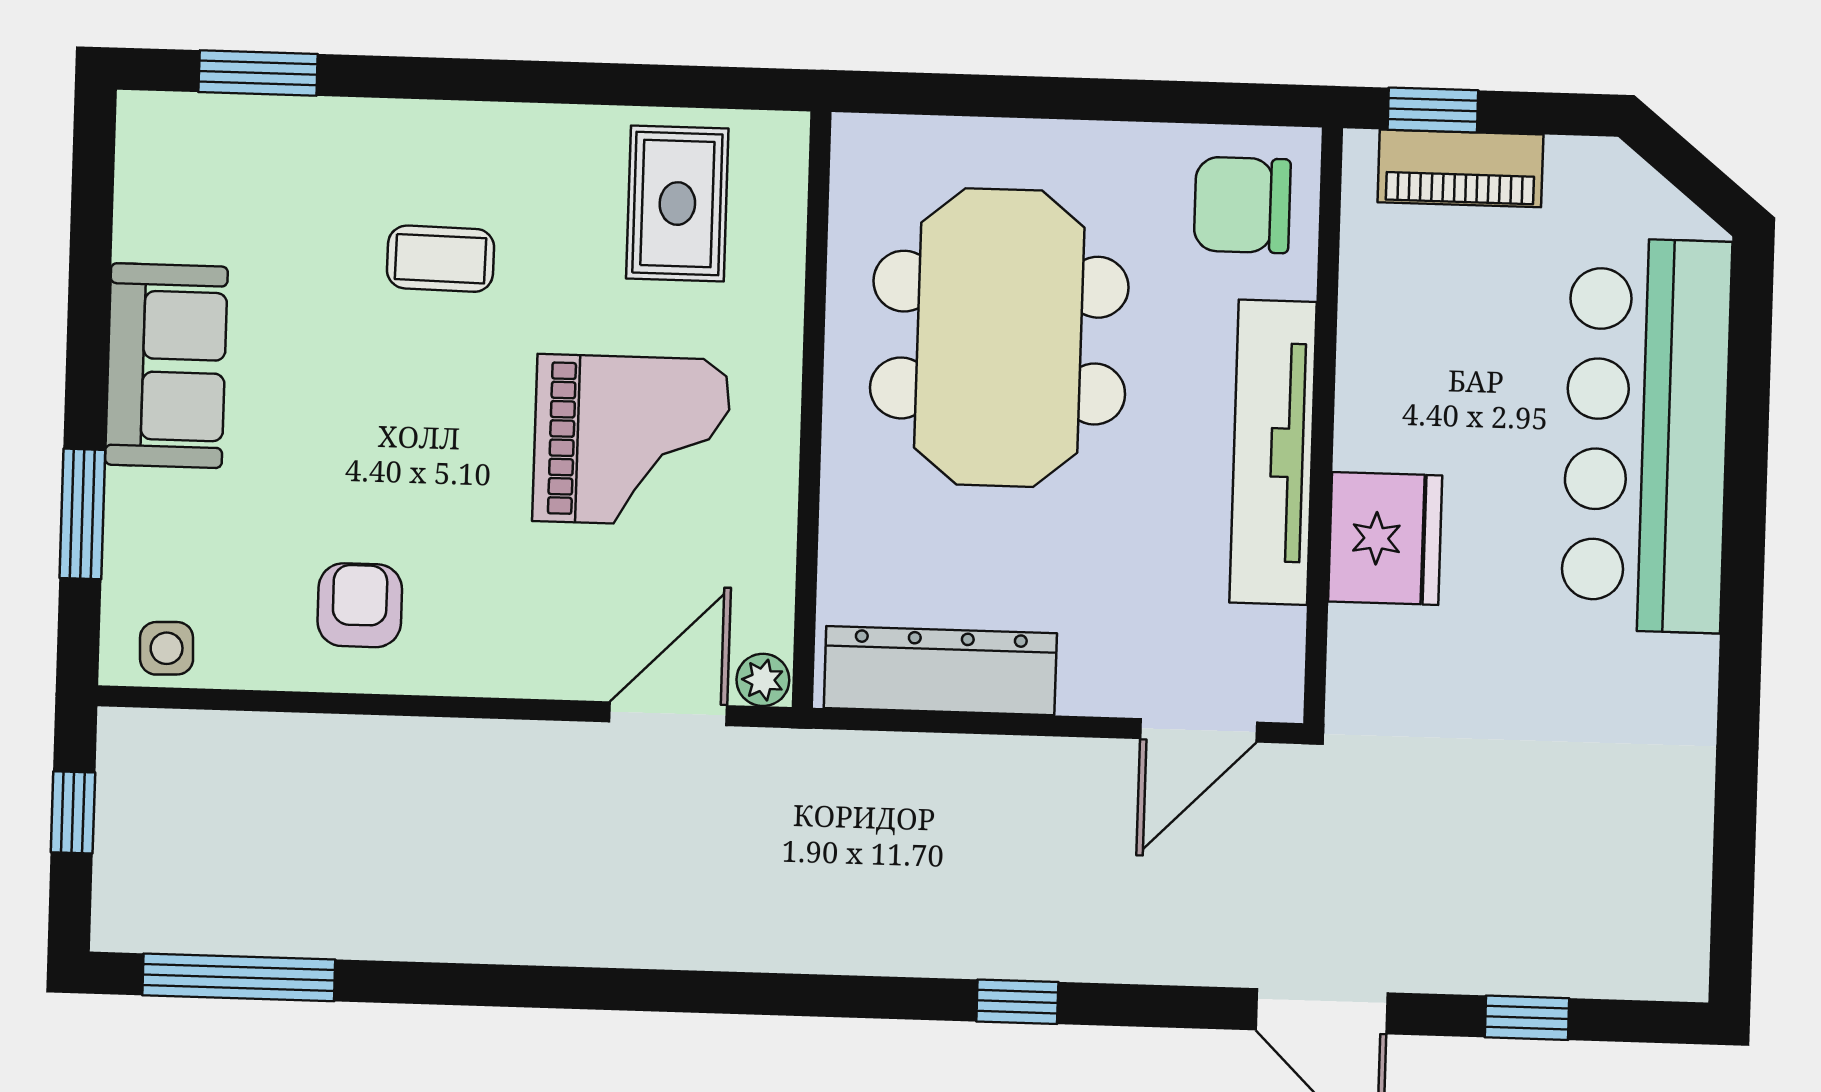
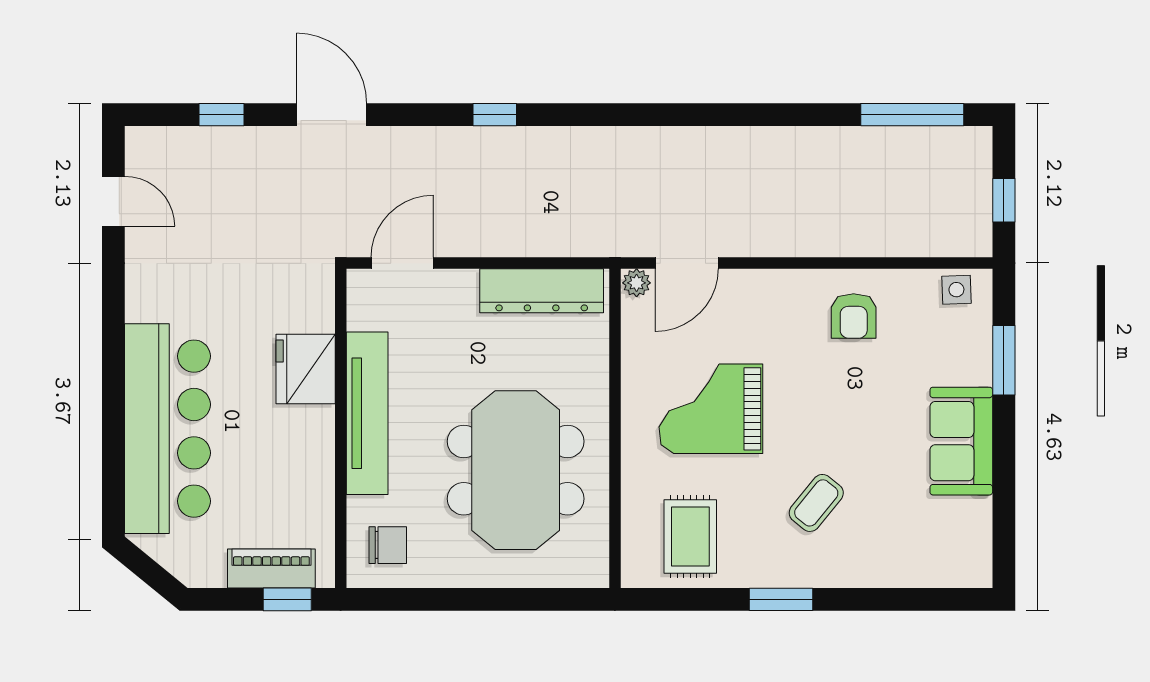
window: (258, 73) -> (781, 599), moved
chair: (1242, 205) -> (388, 545), width x0.73, depth x0.73
coffee table: (440, 259) -> (816, 503), turned -52
door: (1734, 863) -> (113, 201), added

